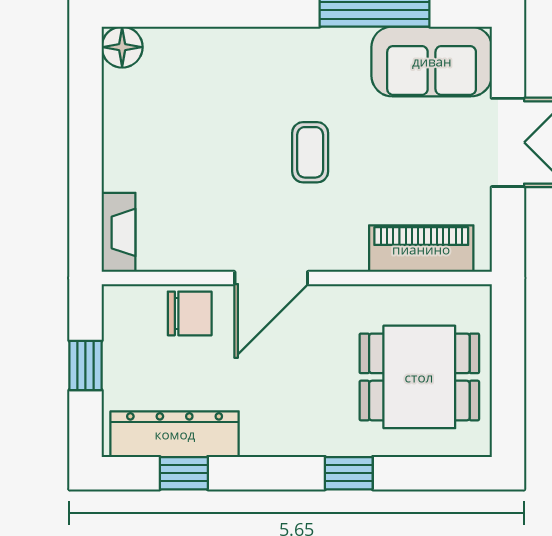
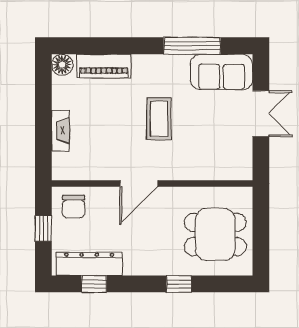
coffee table: (310, 152) -> (159, 119), width x1.36, depth x1.30
fireplace: (118, 232) -> (60, 131), moved
piano: (421, 249) -> (104, 66), moved, turned 180
chair: (190, 313) -> (74, 207), moved, turned 90

